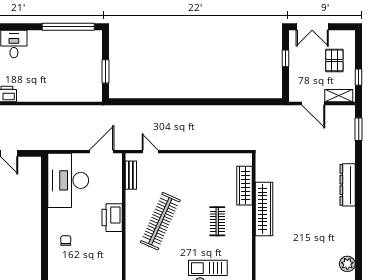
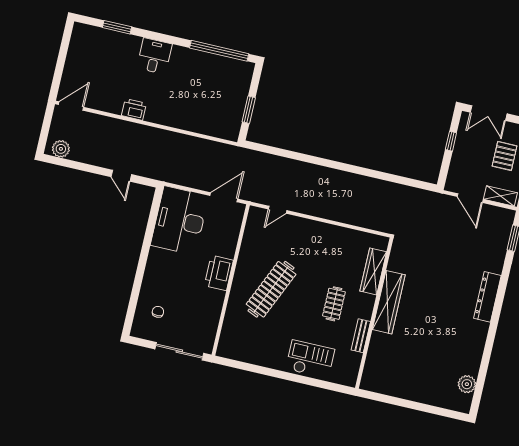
door: (150, 152) -> (278, 210), swing flipped
bench: (131, 175) -> (361, 336), moved
chair: (66, 241) -> (158, 312), moved

